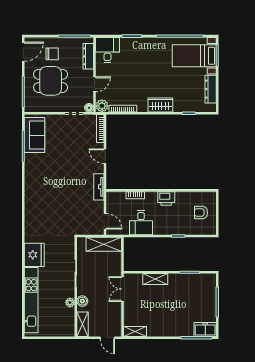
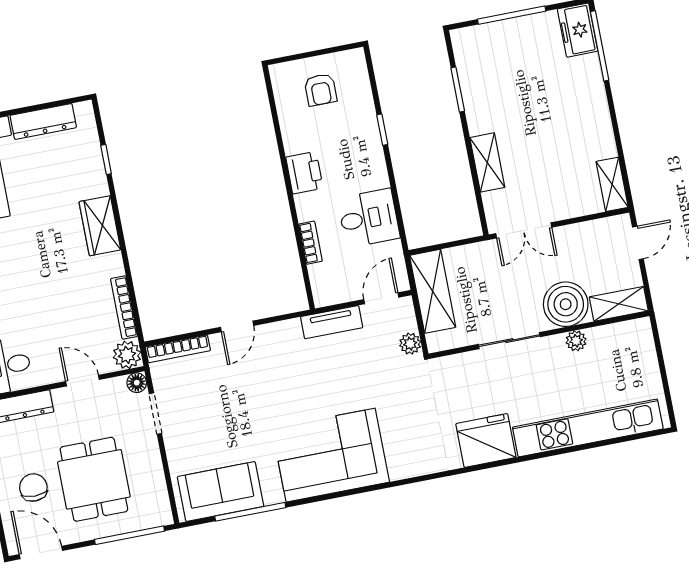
corner sofa: (41, 186) -> (331, 455), added
tv unit: (99, 187) -> (332, 322), moved
plant: (83, 230) -> (410, 344), added
boiler: (82, 301) -> (566, 304), width x1.86, depth x1.86

